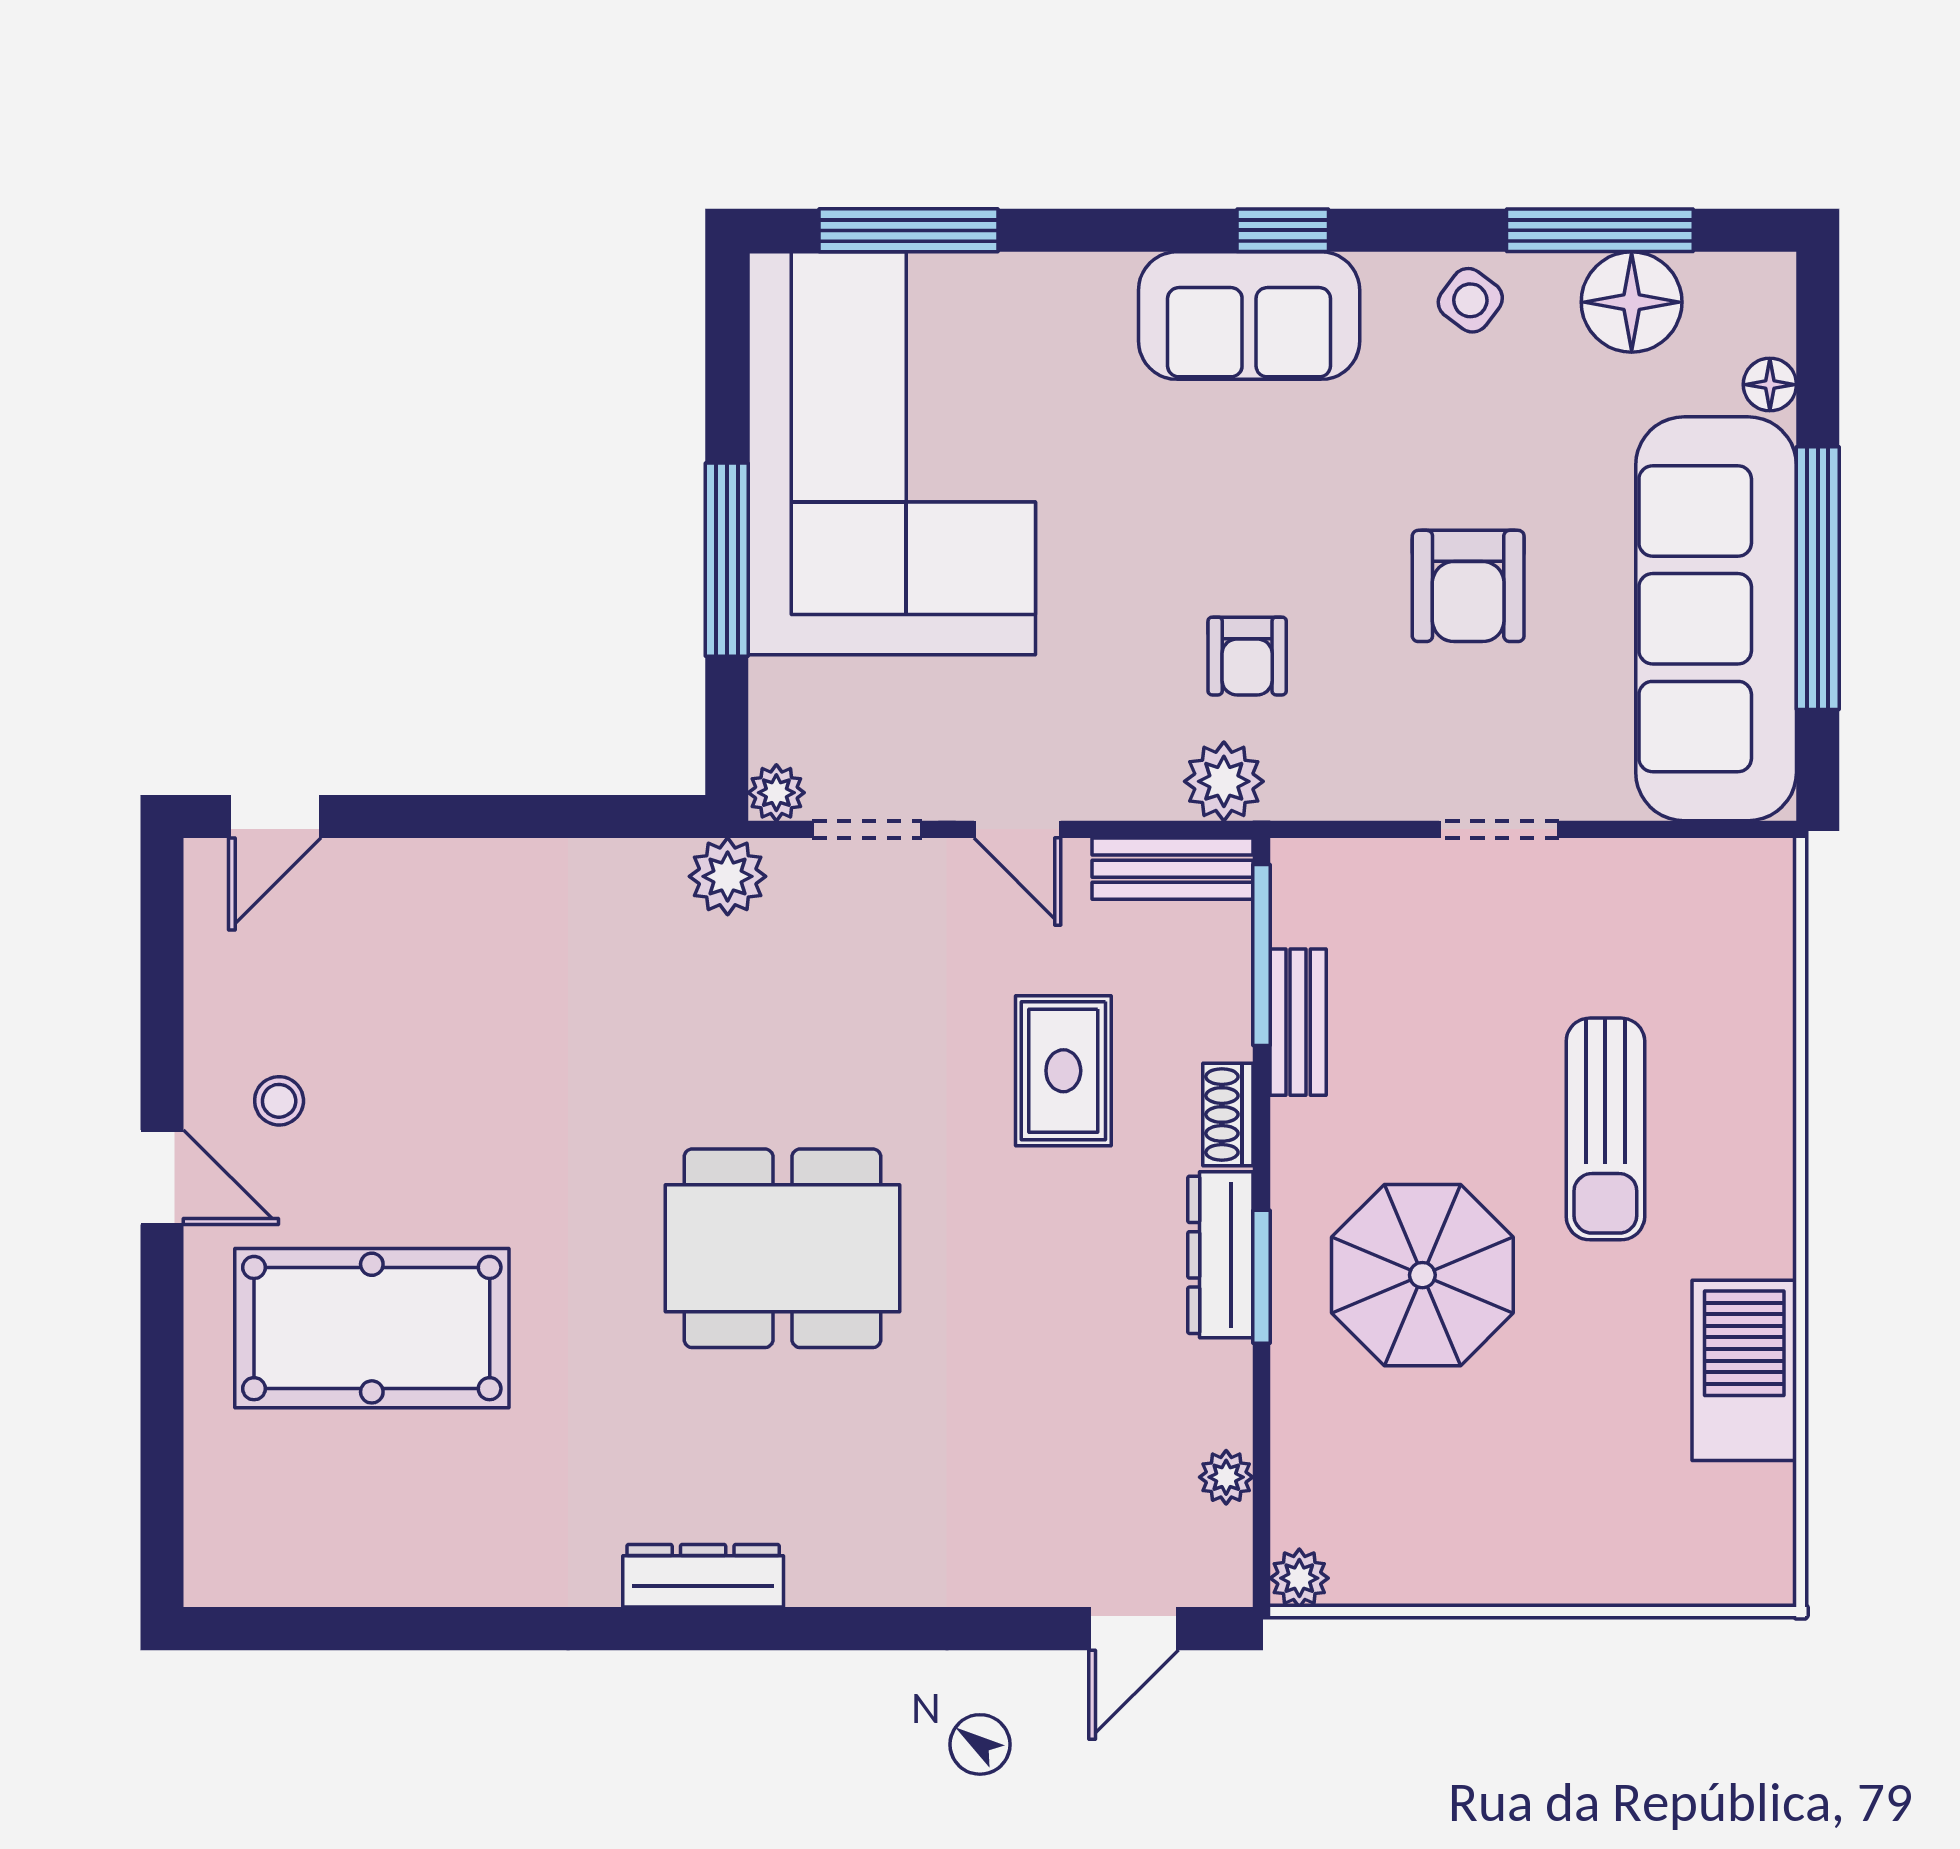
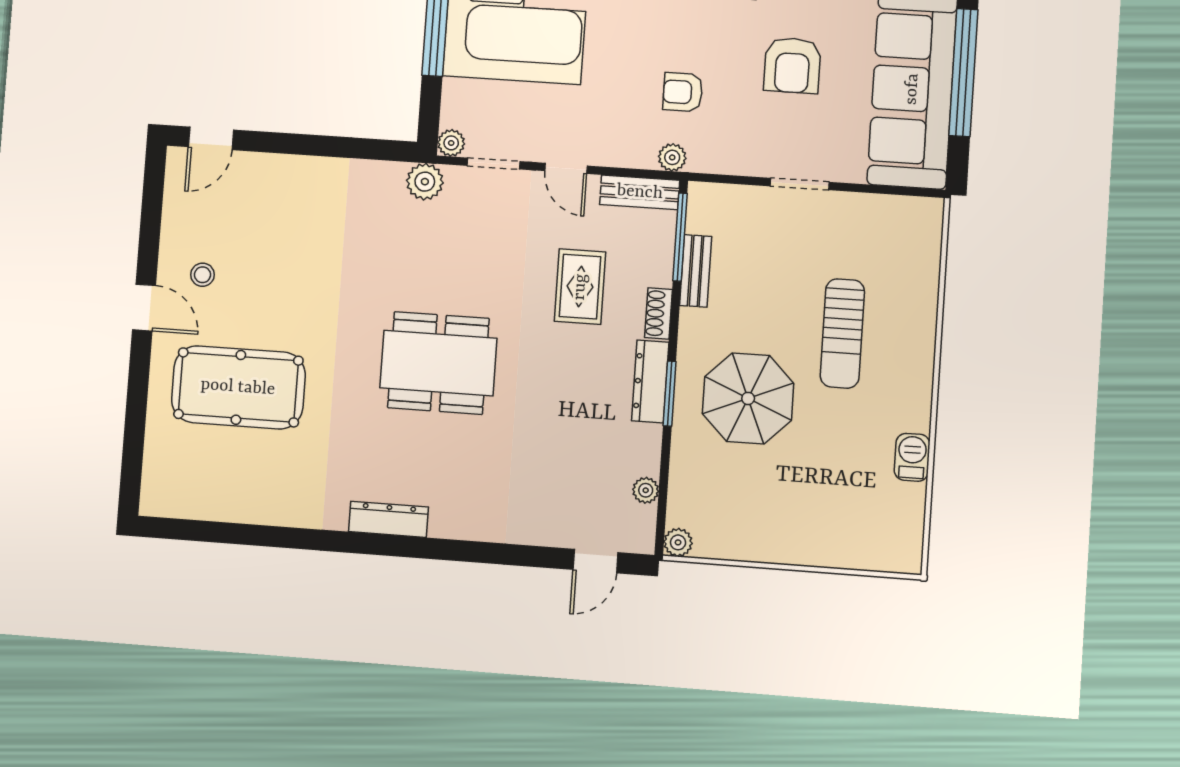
armchair: (1247, 656) -> (683, 92), turned 90
plant: (1224, 781) -> (672, 157), width x0.73, depth x0.73
barbecue: (1744, 1370) -> (912, 457), width x0.53, depth x0.65

